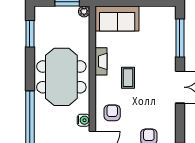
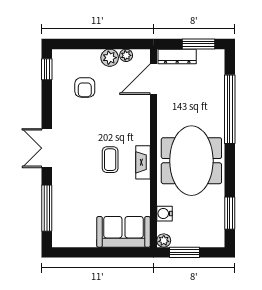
fireplace: (101, 61) -> (143, 162), moved
armchair: (112, 113) -> (129, 117), removed
water cooler: (83, 120) -> (164, 214), moved

